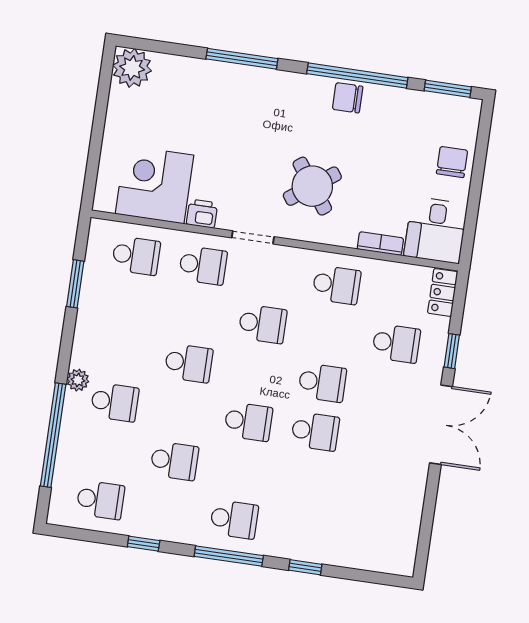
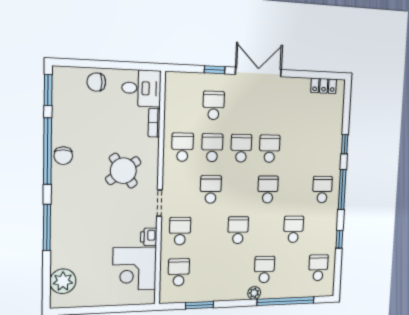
plant: (132, 68) -> (63, 281), moved
locker: (443, 292) -> (324, 86), moved
school desk: (329, 334) -> (212, 148), added

